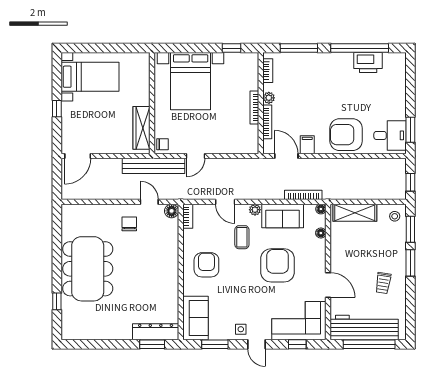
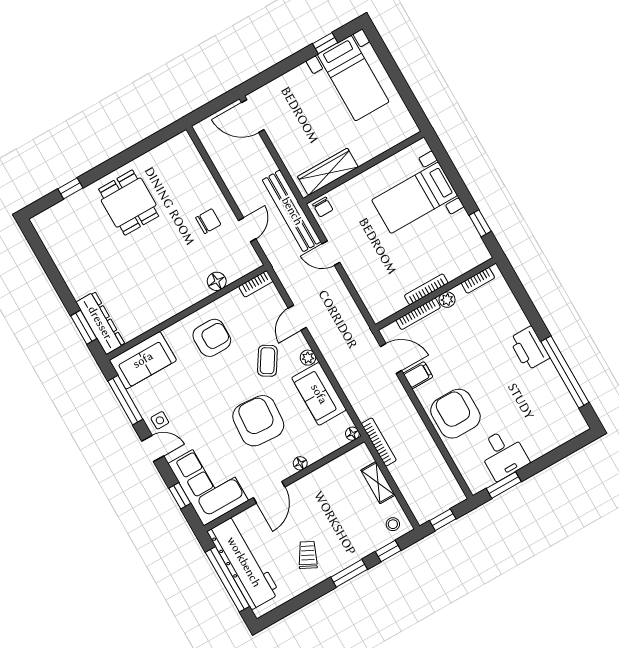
window: (299, 48) -> (525, 302), removed
printer: (368, 62) -> (529, 348), moved
bed with nightstands: (191, 81) -> (415, 198), width x0.73
window: (57, 109) -> (325, 43), moved
desk: (390, 135) -> (503, 454), moved
door: (286, 156) -> (391, 358), hinge flipped
bookcase: (303, 195) -> (379, 442), moved
floor lamp: (172, 211) -> (217, 281), moved
shelving: (355, 213) -> (378, 483), width x0.67, depth x0.75
window: (410, 229) -> (388, 551), width x0.67
floor lamp: (321, 233) -> (300, 463), moved
coffee table: (242, 237) -> (267, 361), turned -58
armchair: (278, 265) -> (258, 421), turned -86
dining table: (88, 269) -> (129, 203), width x0.53, depth x0.80
trolley: (383, 283) -> (308, 555), turned 108
window: (215, 344) -> (125, 400), width x1.44
door: (257, 344) -> (153, 449), swing flipped

